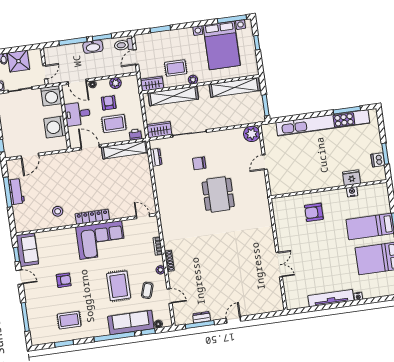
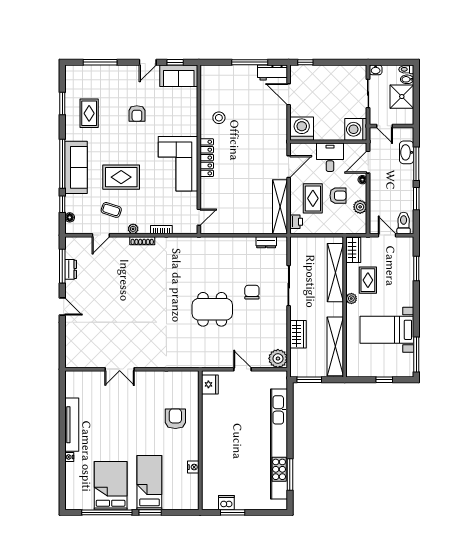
bed with nightstands: (222, 45) -> (387, 330), width x0.73
washbasin: (93, 47) -> (407, 152), moved
washing machine: (55, 127) -> (302, 129), moved
wardrobe: (159, 130) -> (298, 334), moved
fridge: (352, 178) -> (210, 384), moved
workbench: (16, 192) -> (273, 72), moved
sofa: (131, 323) -> (76, 167), moved

